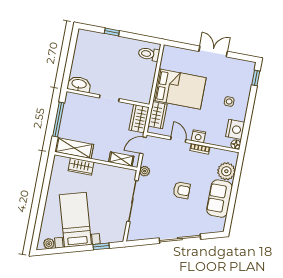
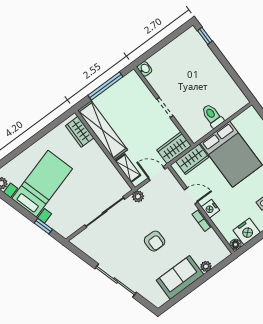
window: (112, 32) -> (205, 36), moved
toilet: (149, 54) -> (212, 116), moved
washbasin: (79, 84) -> (145, 69), width x0.52, depth x0.69
door: (178, 140) -> (191, 196), hinge flipped
shelving: (74, 148) -> (102, 130), width x1.47
wardrobe: (81, 166) -> (80, 132), moved
plant: (226, 171) -> (206, 266), width x0.53, depth x0.53

